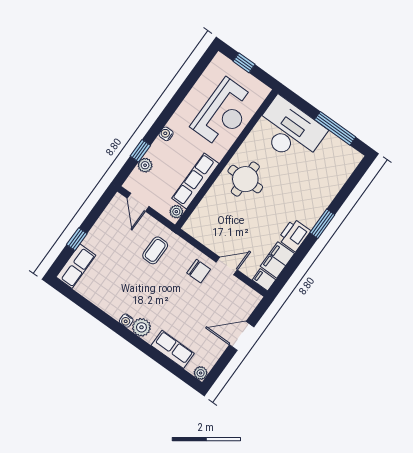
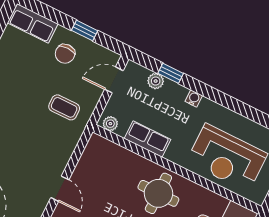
row of seats: (195, 181) -> (147, 139), width x0.68
window: (77, 239) -> (85, 31), moved
chair: (199, 271) -> (65, 54), moved

